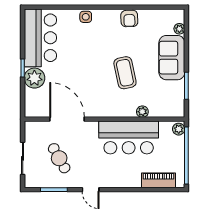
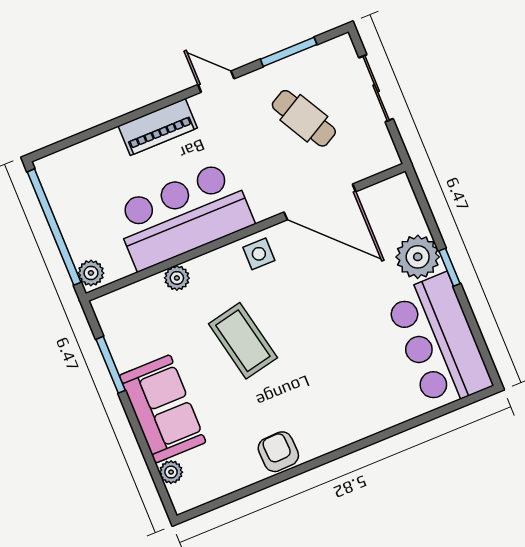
side table: (86, 17) -> (259, 254), moved
piano: (158, 180) -> (158, 127), moved

